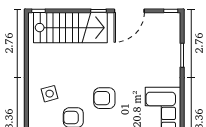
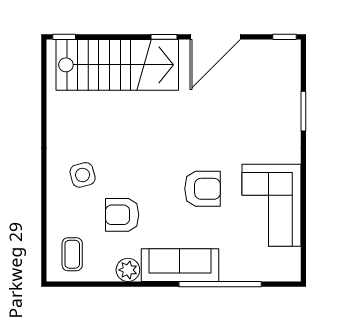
armchair: (104, 98) -> (202, 189), moved, turned 180

